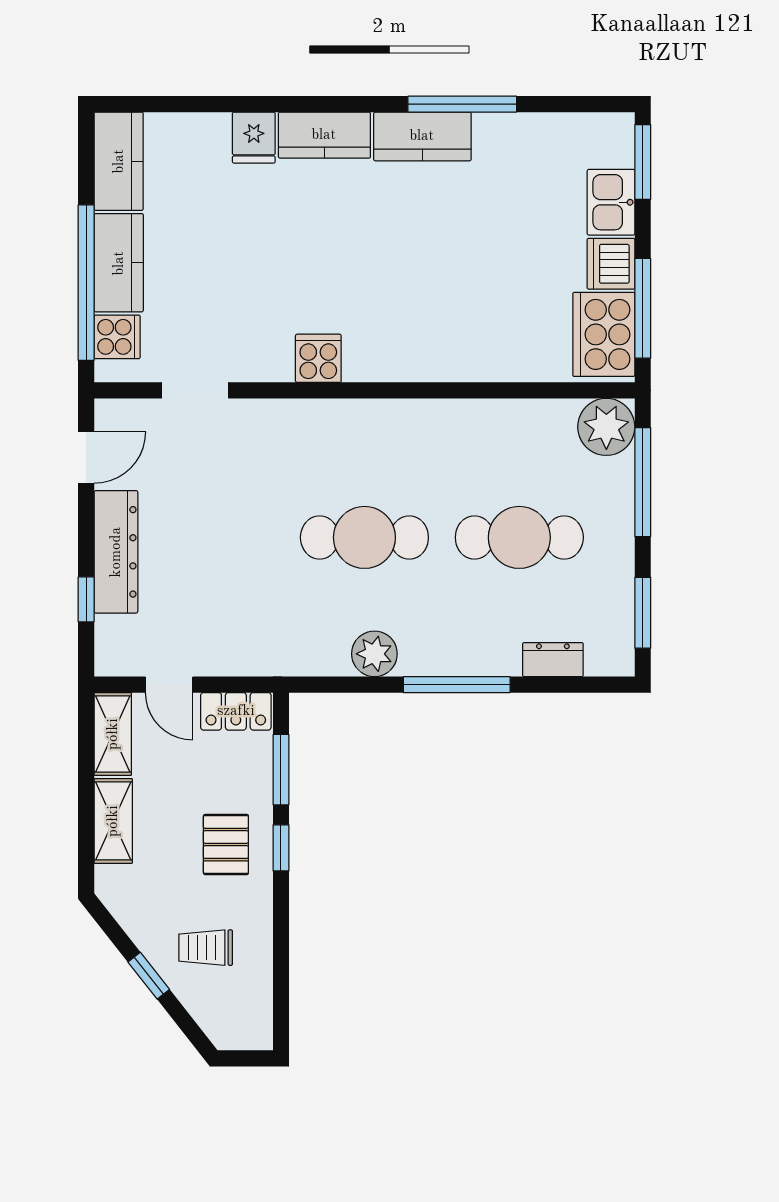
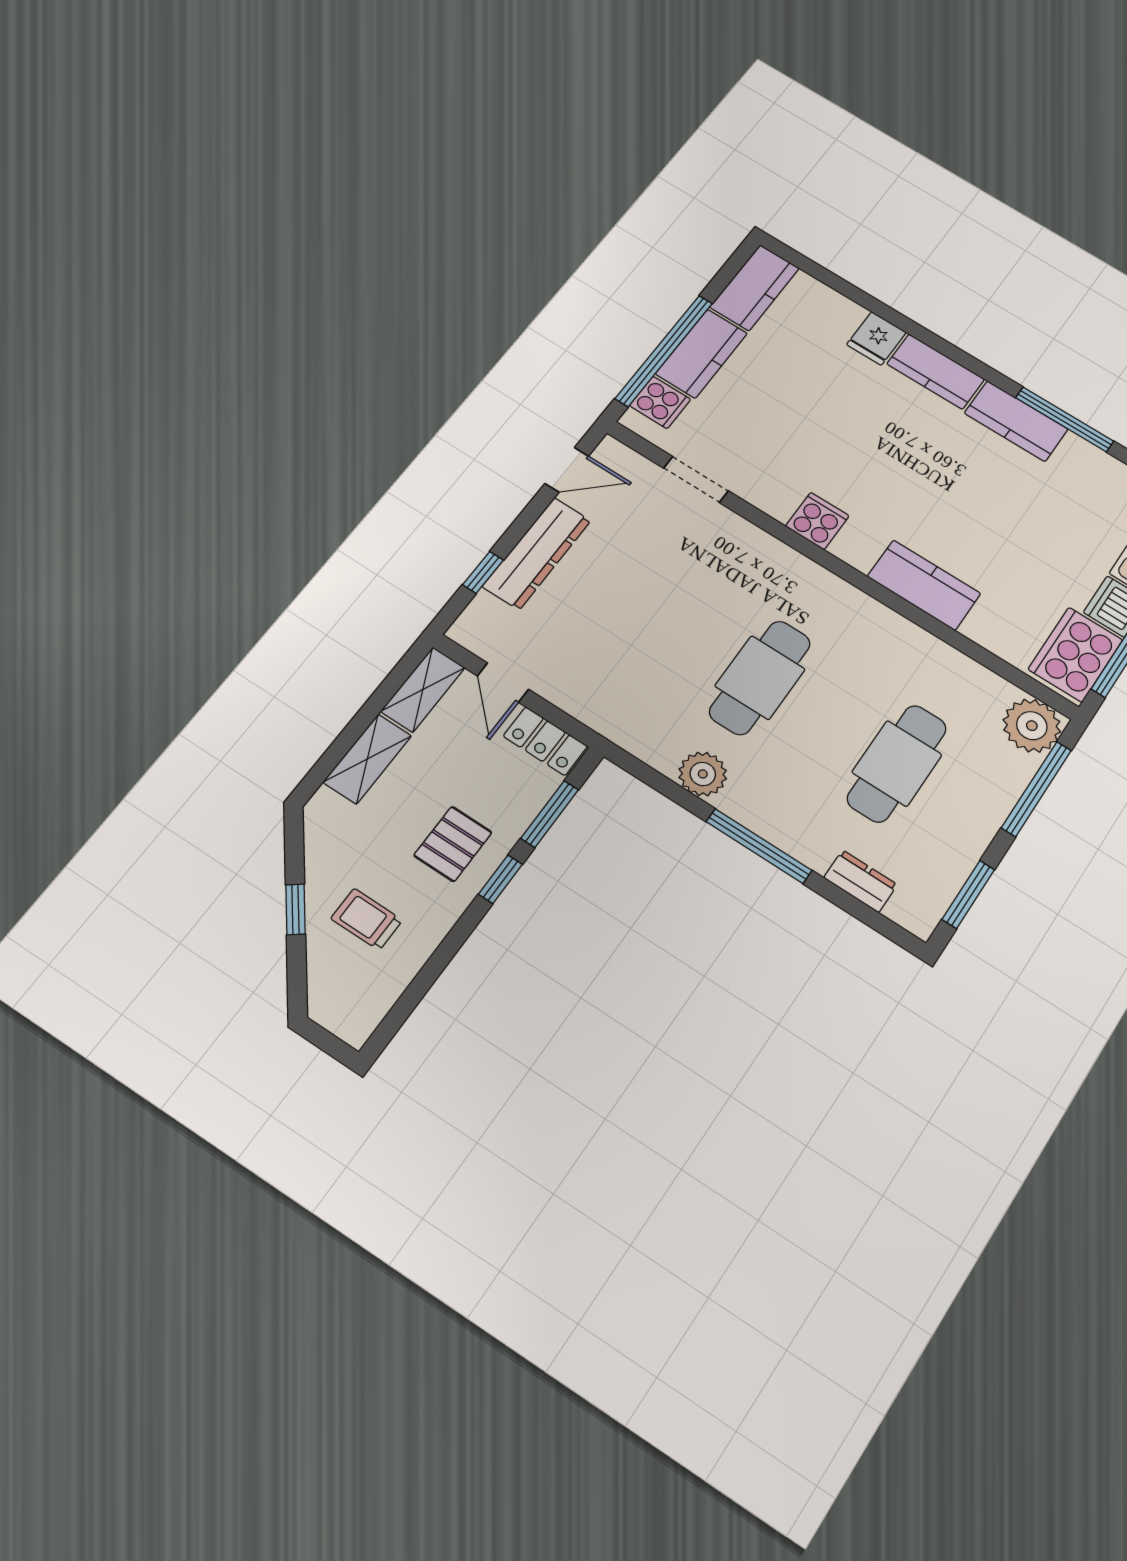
kitchen counter: (442, 357) -> (924, 585), added
cafe table: (364, 537) -> (760, 678), turned 90
cafe table: (519, 537) -> (897, 763), turned 90

